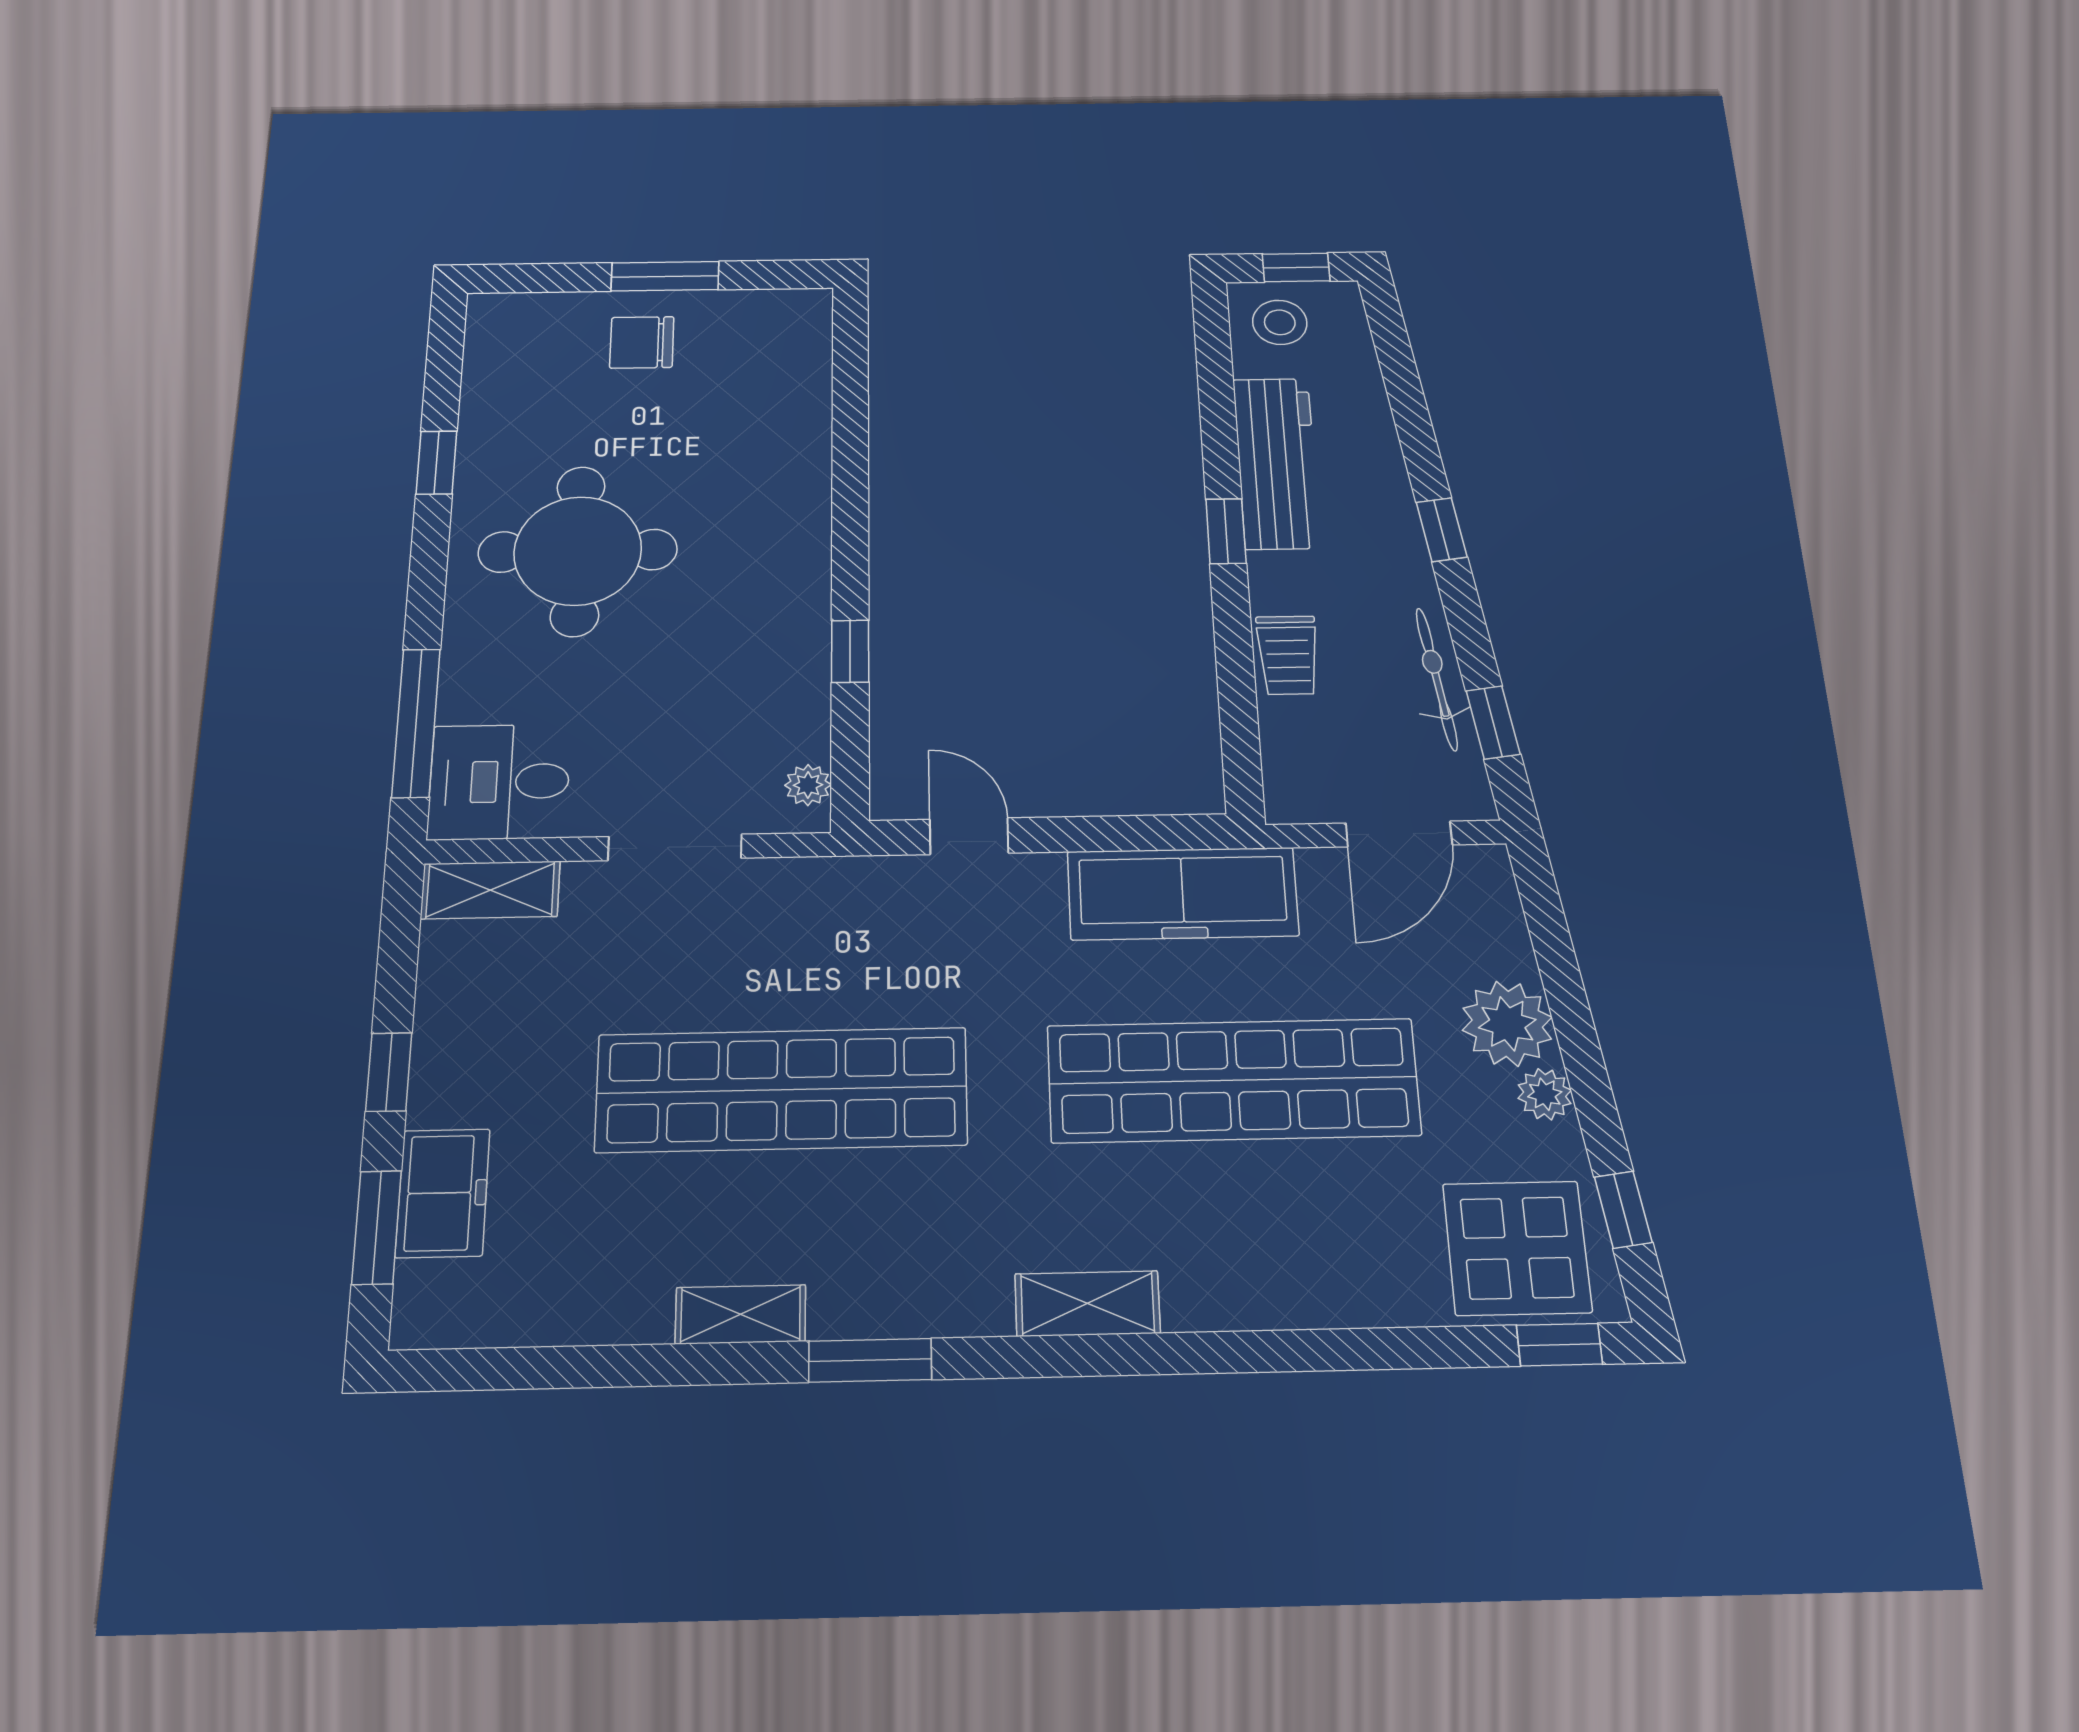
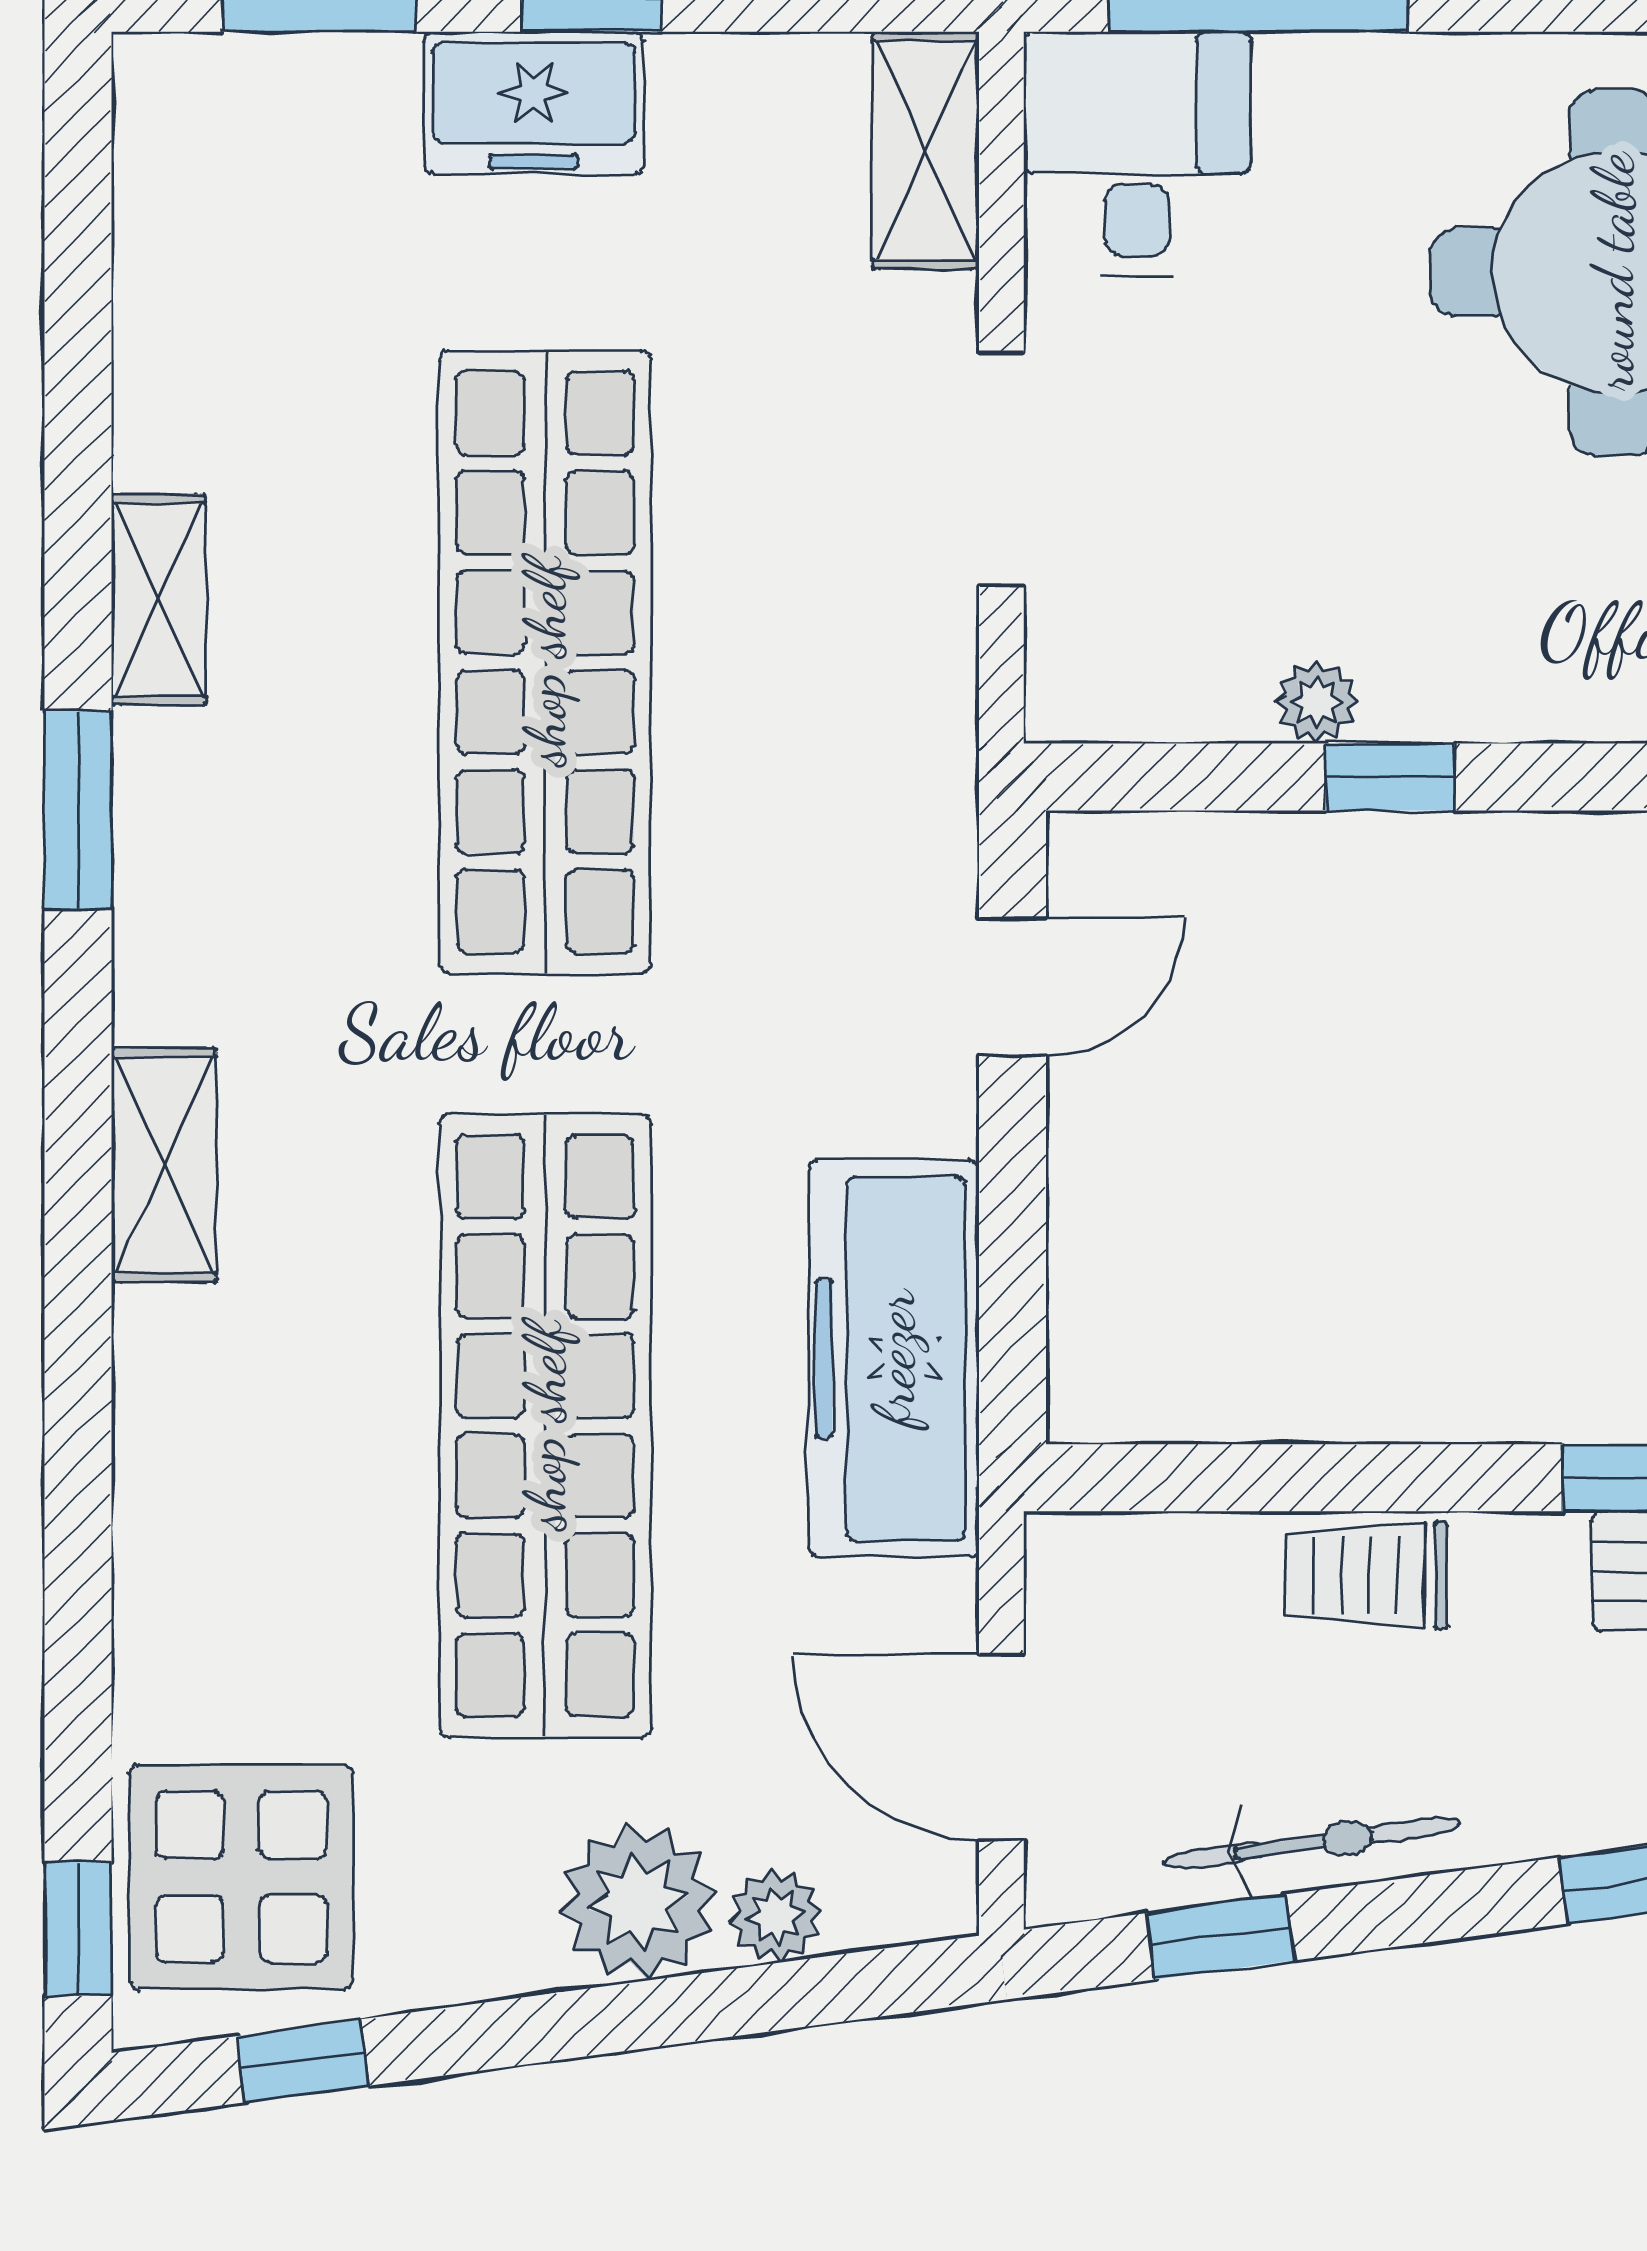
plant: (808, 785) -> (1317, 702), moved
plant: (1545, 1094) -> (776, 1916), moved
freezer: (443, 1193) -> (534, 103), moved

